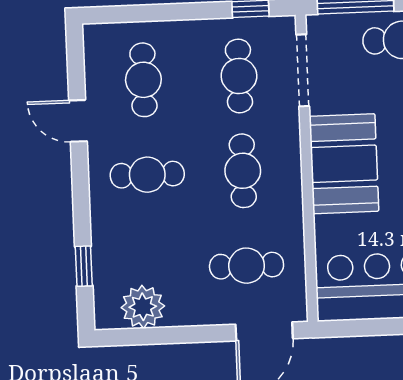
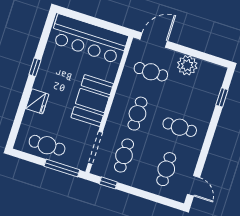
door: (78, 121) -> (194, 186), moved
plant: (143, 307) -> (187, 65), moved

